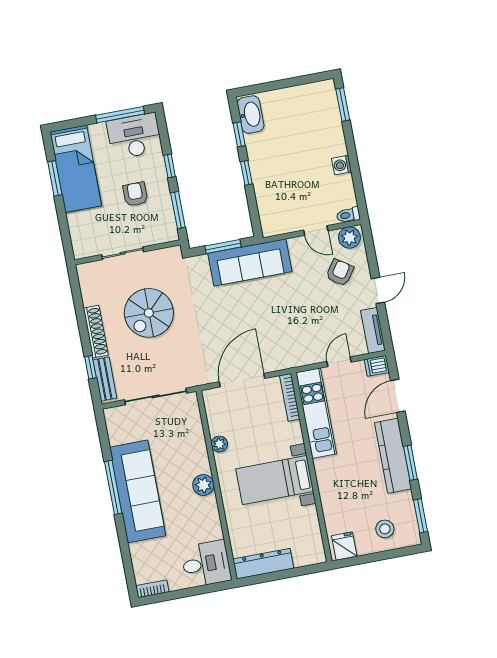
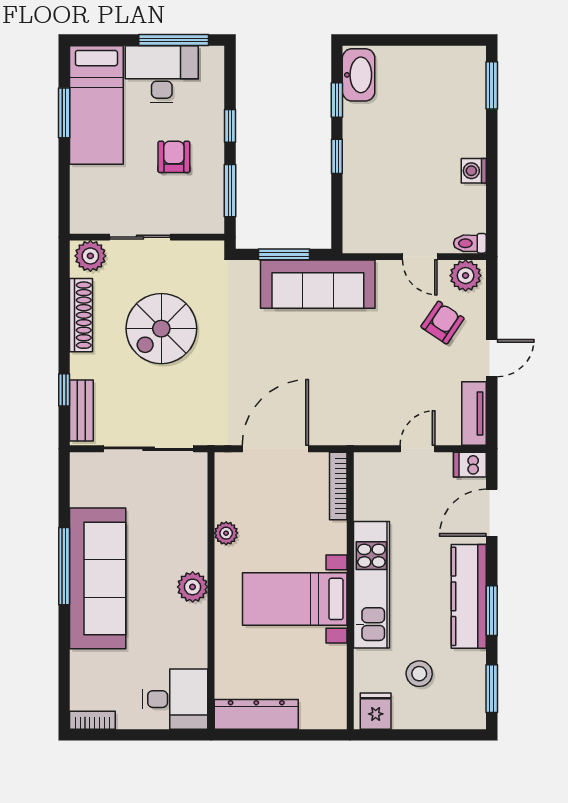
desk: (134, 136) -> (162, 74), moved
plant: (91, 273) -> (90, 256), added
shoe rack: (96, 332) -> (81, 315), moved
kitchen unit: (316, 413) -> (371, 585), moved
stool: (385, 529) -> (419, 674), moved

